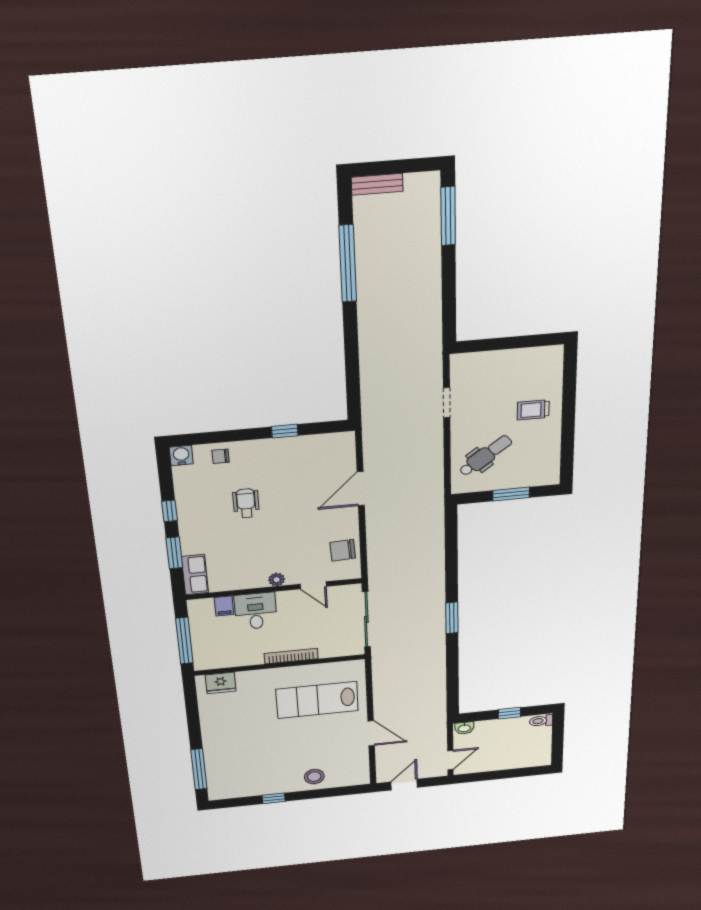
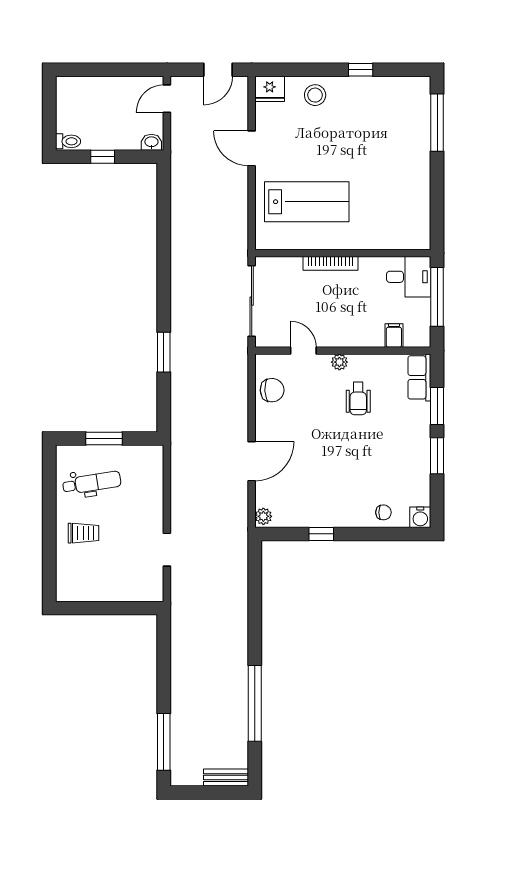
plant: (346, 441) -> (263, 516), added
dental chair: (485, 456) -> (92, 483), moved, turned -152
wheelchair: (246, 503) -> (358, 399), moved
window: (170, 511) -> (437, 456), width x1.50
desk: (256, 611) -> (409, 277), moved, turned -90
window: (452, 618) -> (164, 352), moved
fridge: (221, 683) -> (270, 89), moved, turned 180

